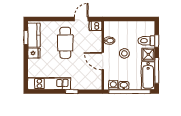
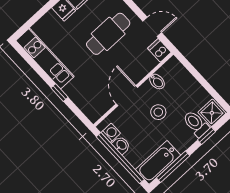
shower: (148, 54) -> (212, 113), moved

